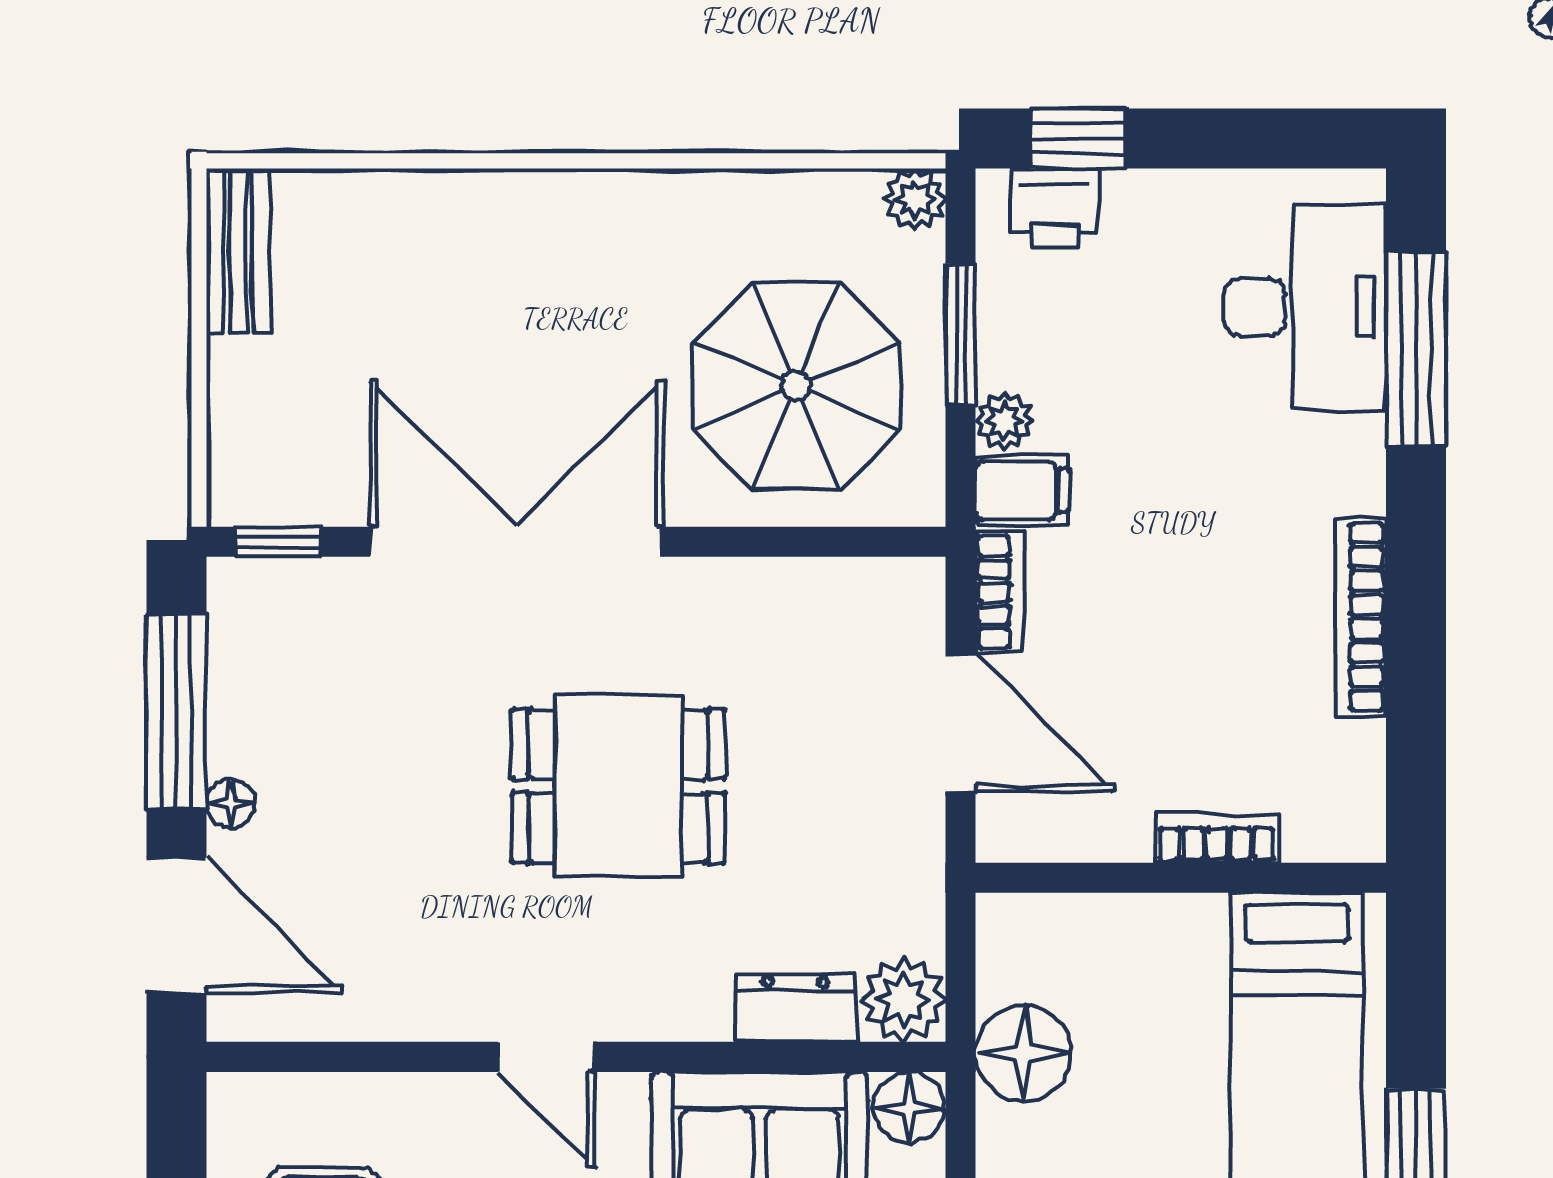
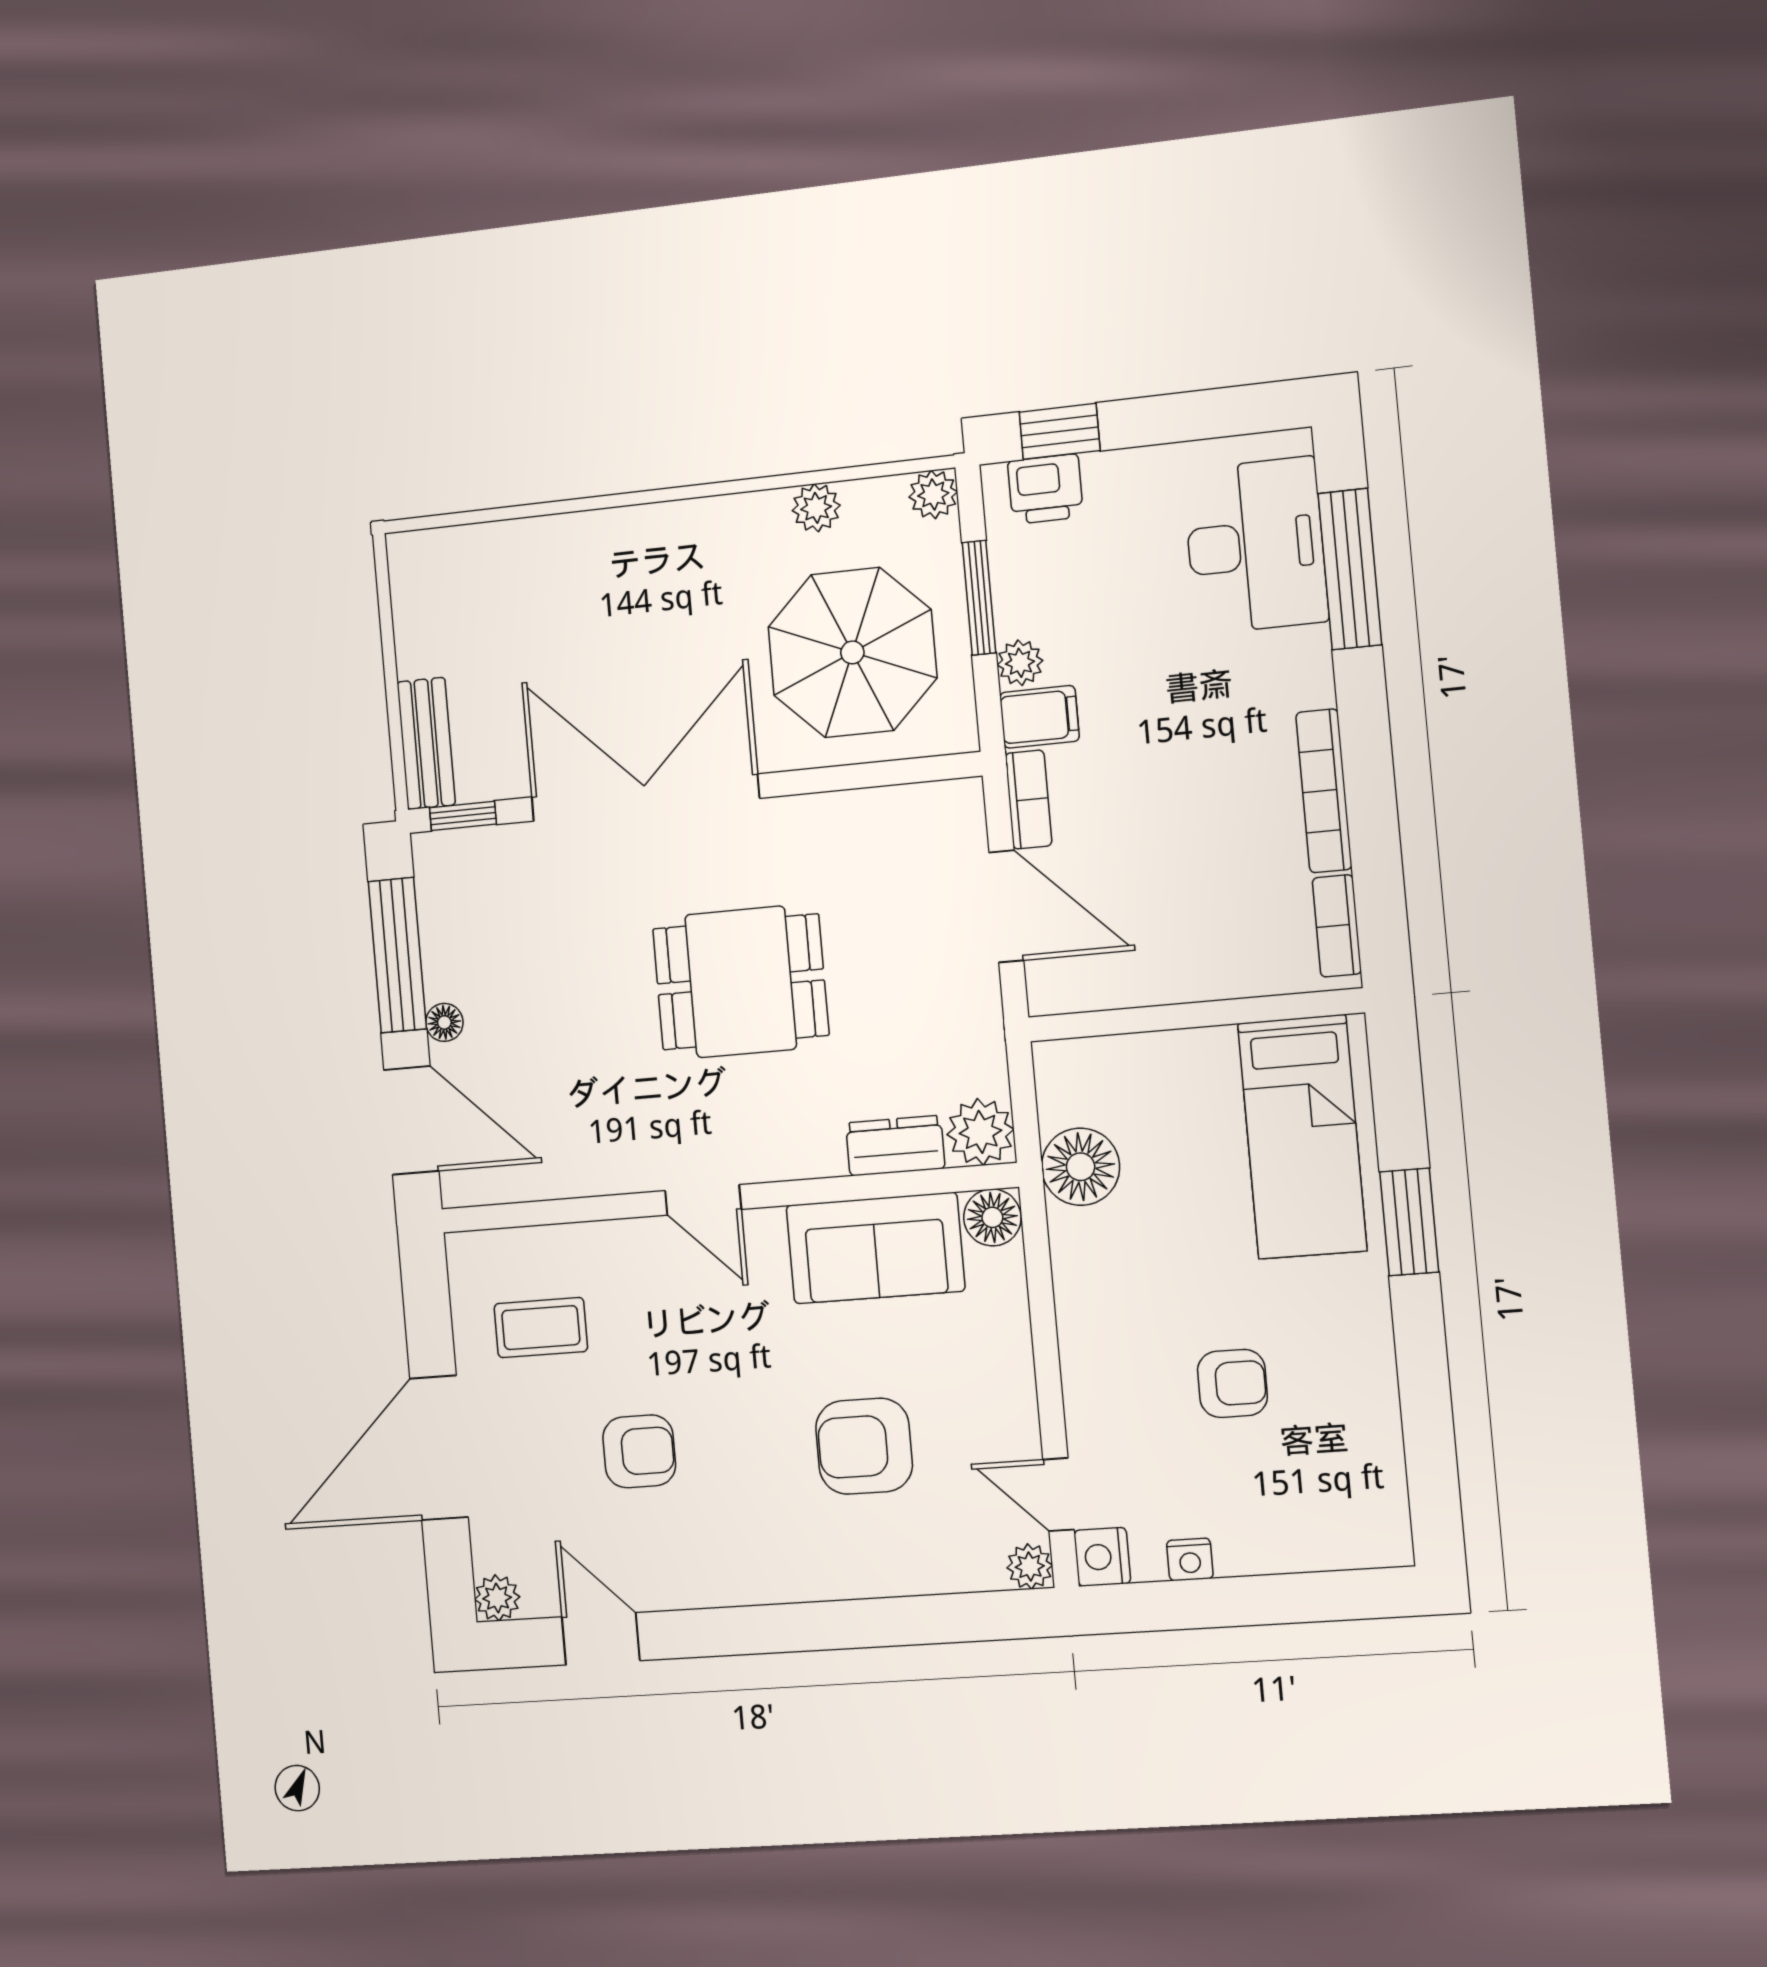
plant: (766, 199) -> (816, 508), added
bench: (238, 251) -> (426, 743), moved
bookcase: (1217, 838) -> (1337, 926), moved, turned -90

